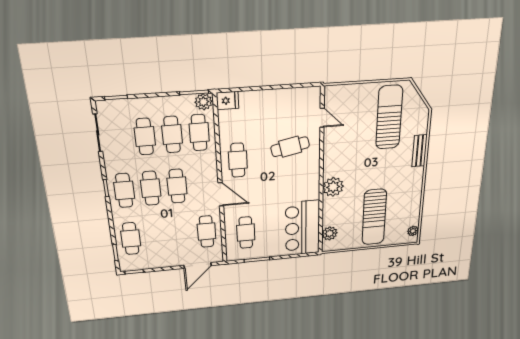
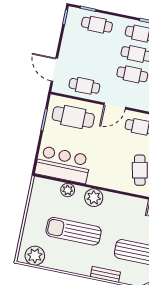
sun lounger: (374, 217) -> (74, 231), moved
plant: (413, 231) -> (35, 256), width x1.88, depth x1.88
cafe table: (246, 233) -> (73, 117), width x1.37, depth x1.35
plant: (330, 233) -> (68, 190), moved

